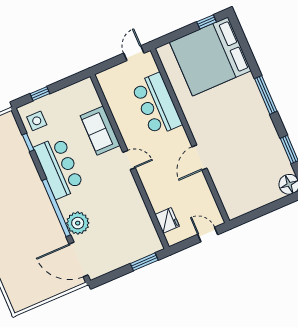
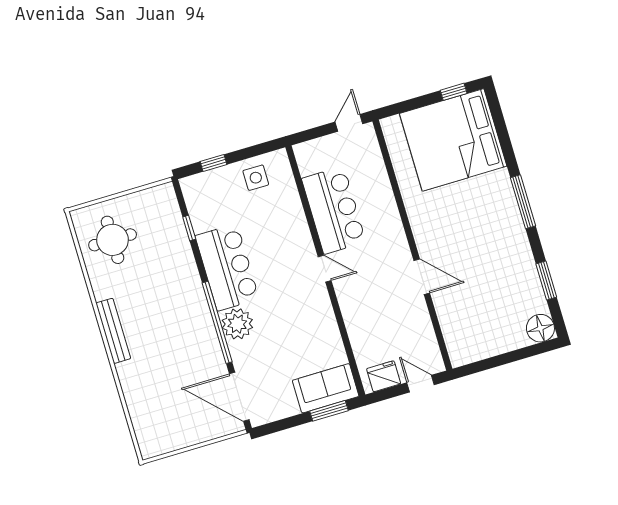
bar counter: (157, 105) -> (334, 210), moved, turned 180
side table: (37, 121) -> (256, 178), moved
sofa: (100, 131) -> (326, 388), moved, turned 90
door: (199, 157) -> (422, 277), swing flipped
fridge: (167, 220) -> (384, 376), moved, turned -90
plant: (78, 223) -> (237, 324), moved

